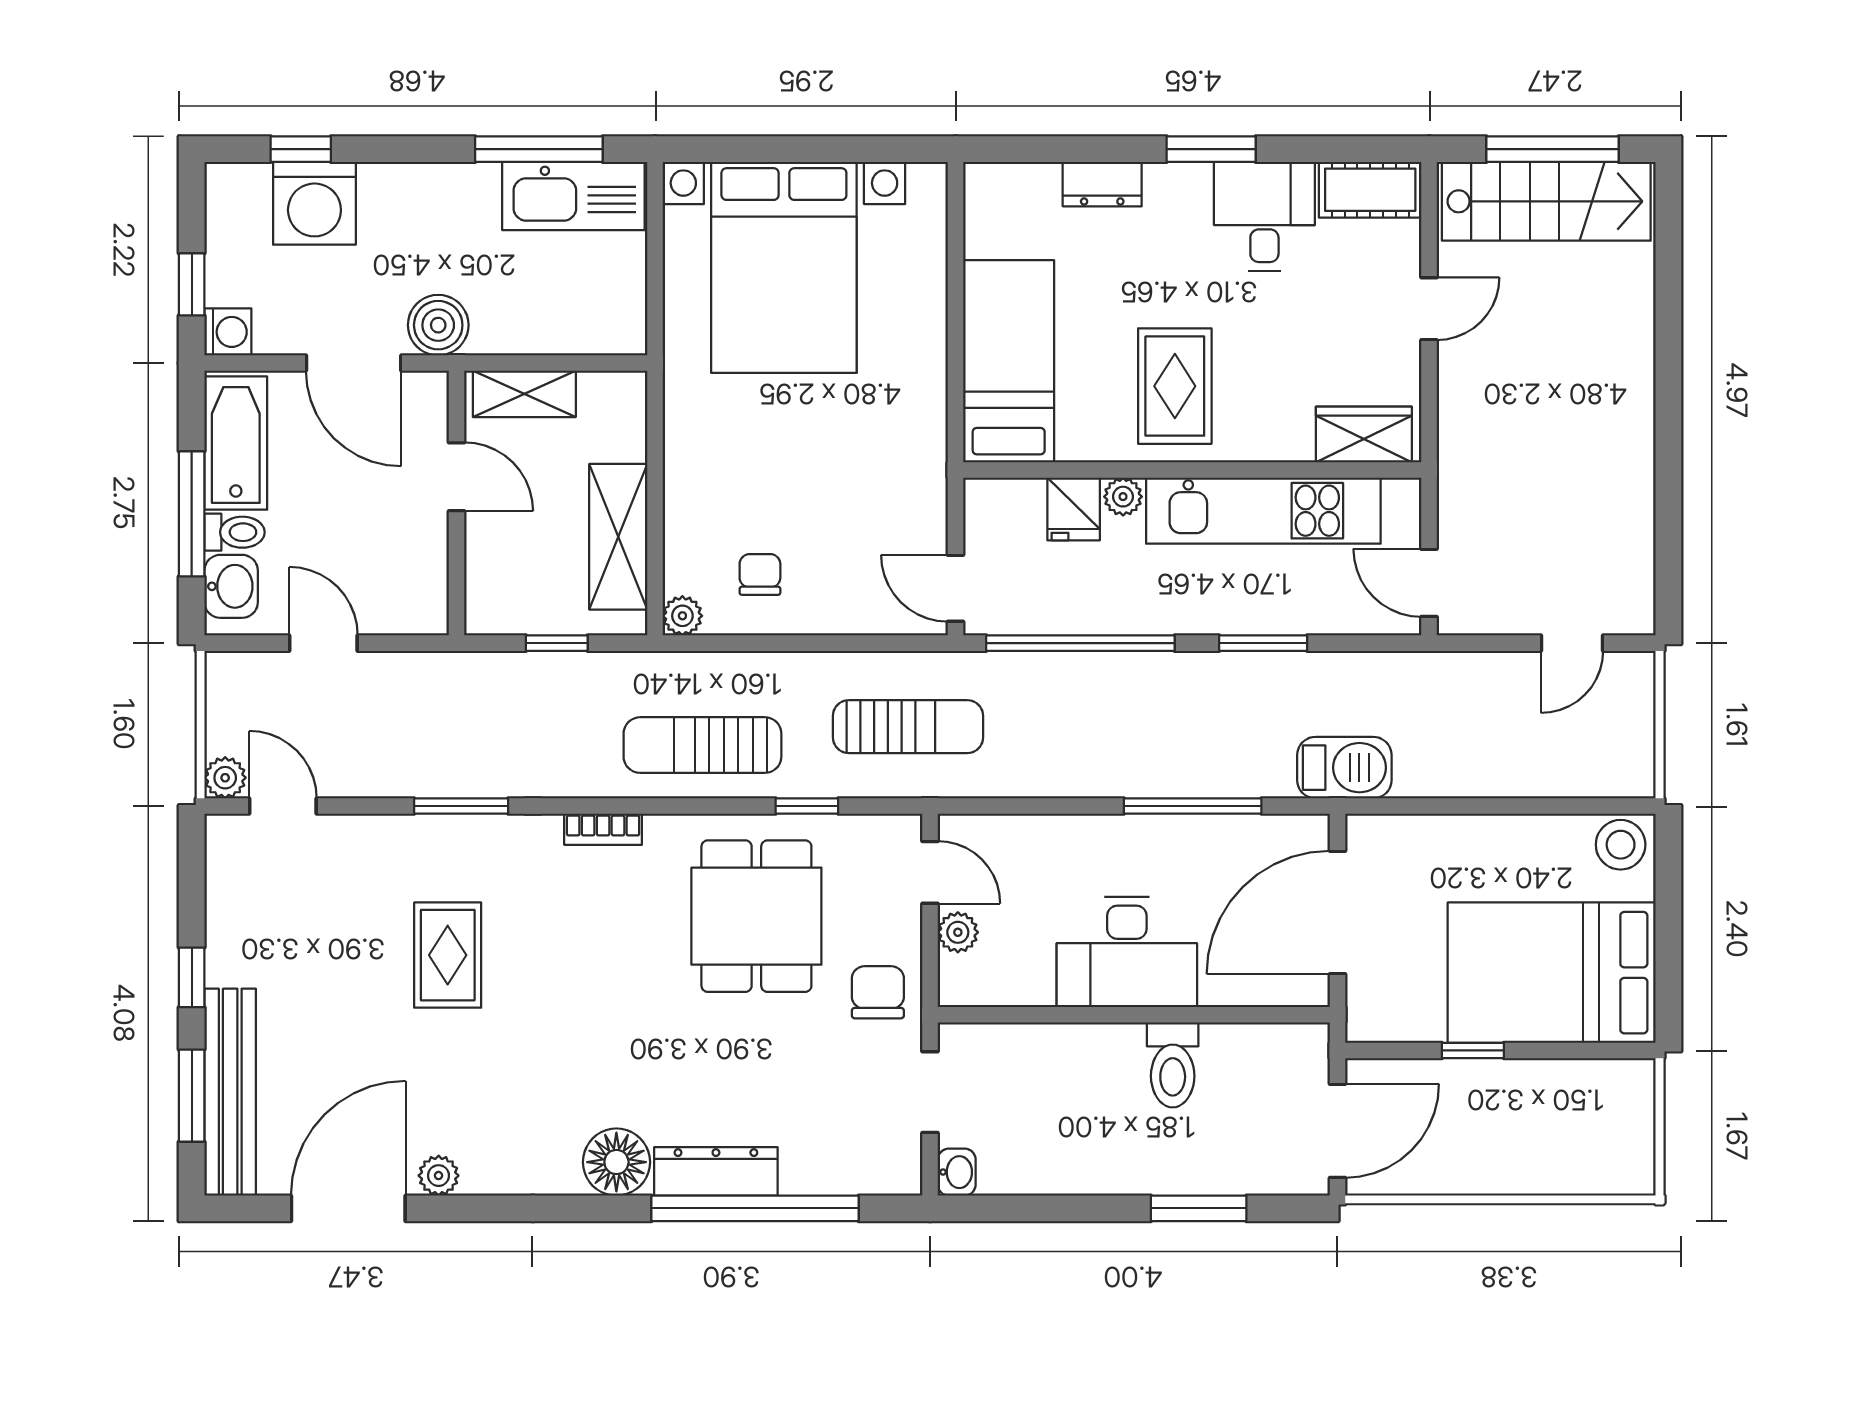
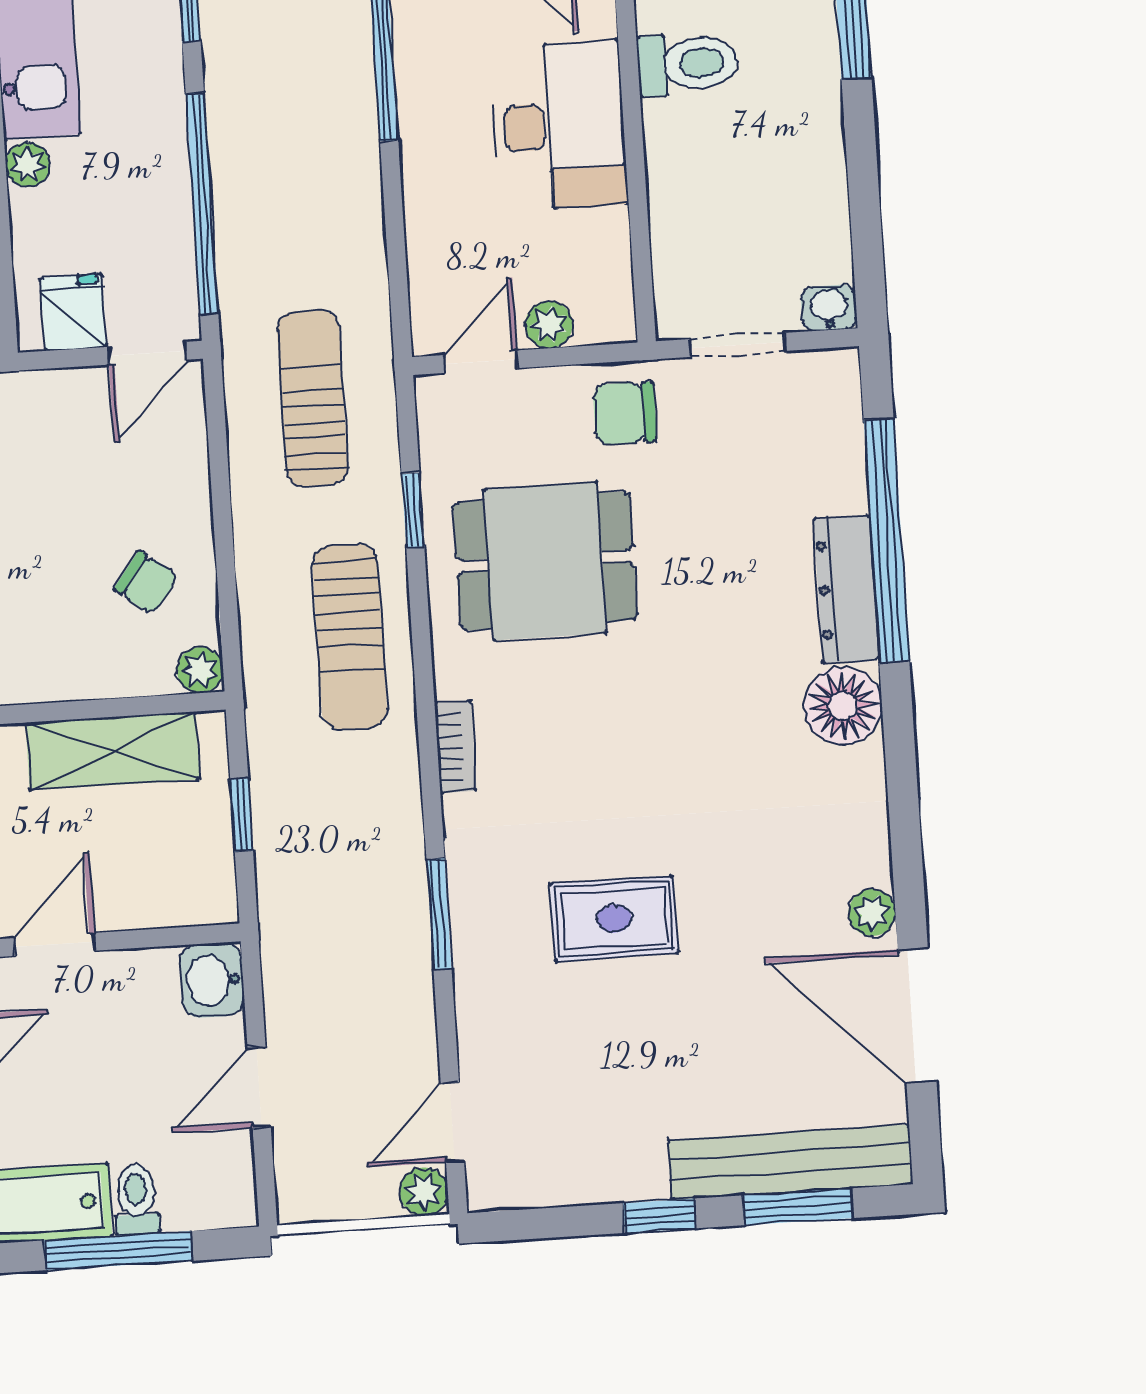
fridge: (1074, 509) -> (73, 312), moved, turned -90
chair: (760, 574) -> (146, 583), turned -143
washbasin: (231, 586) -> (212, 980), moved, turned -90

